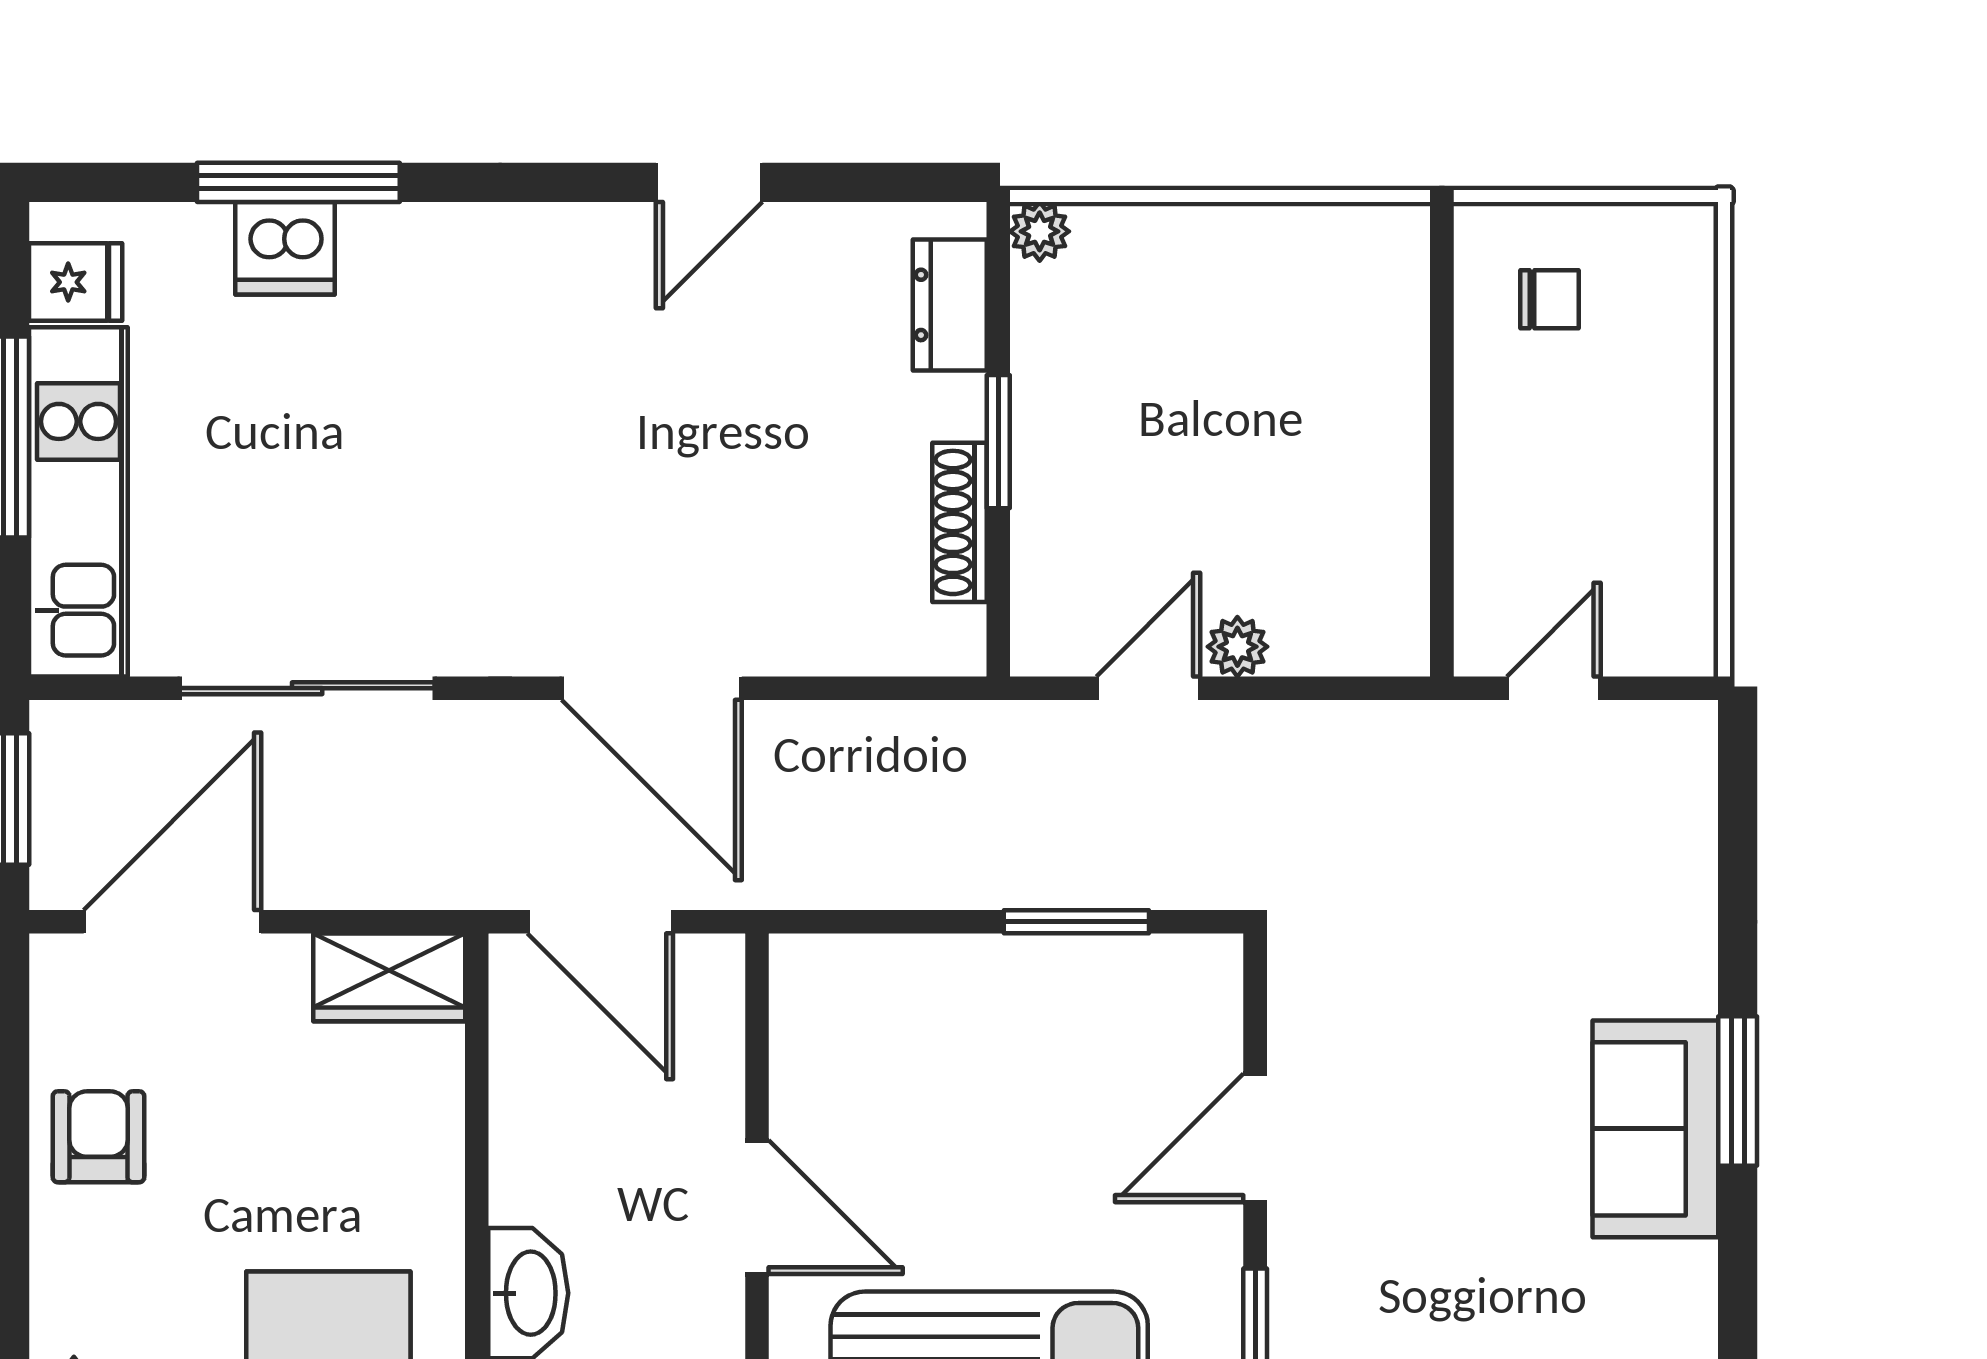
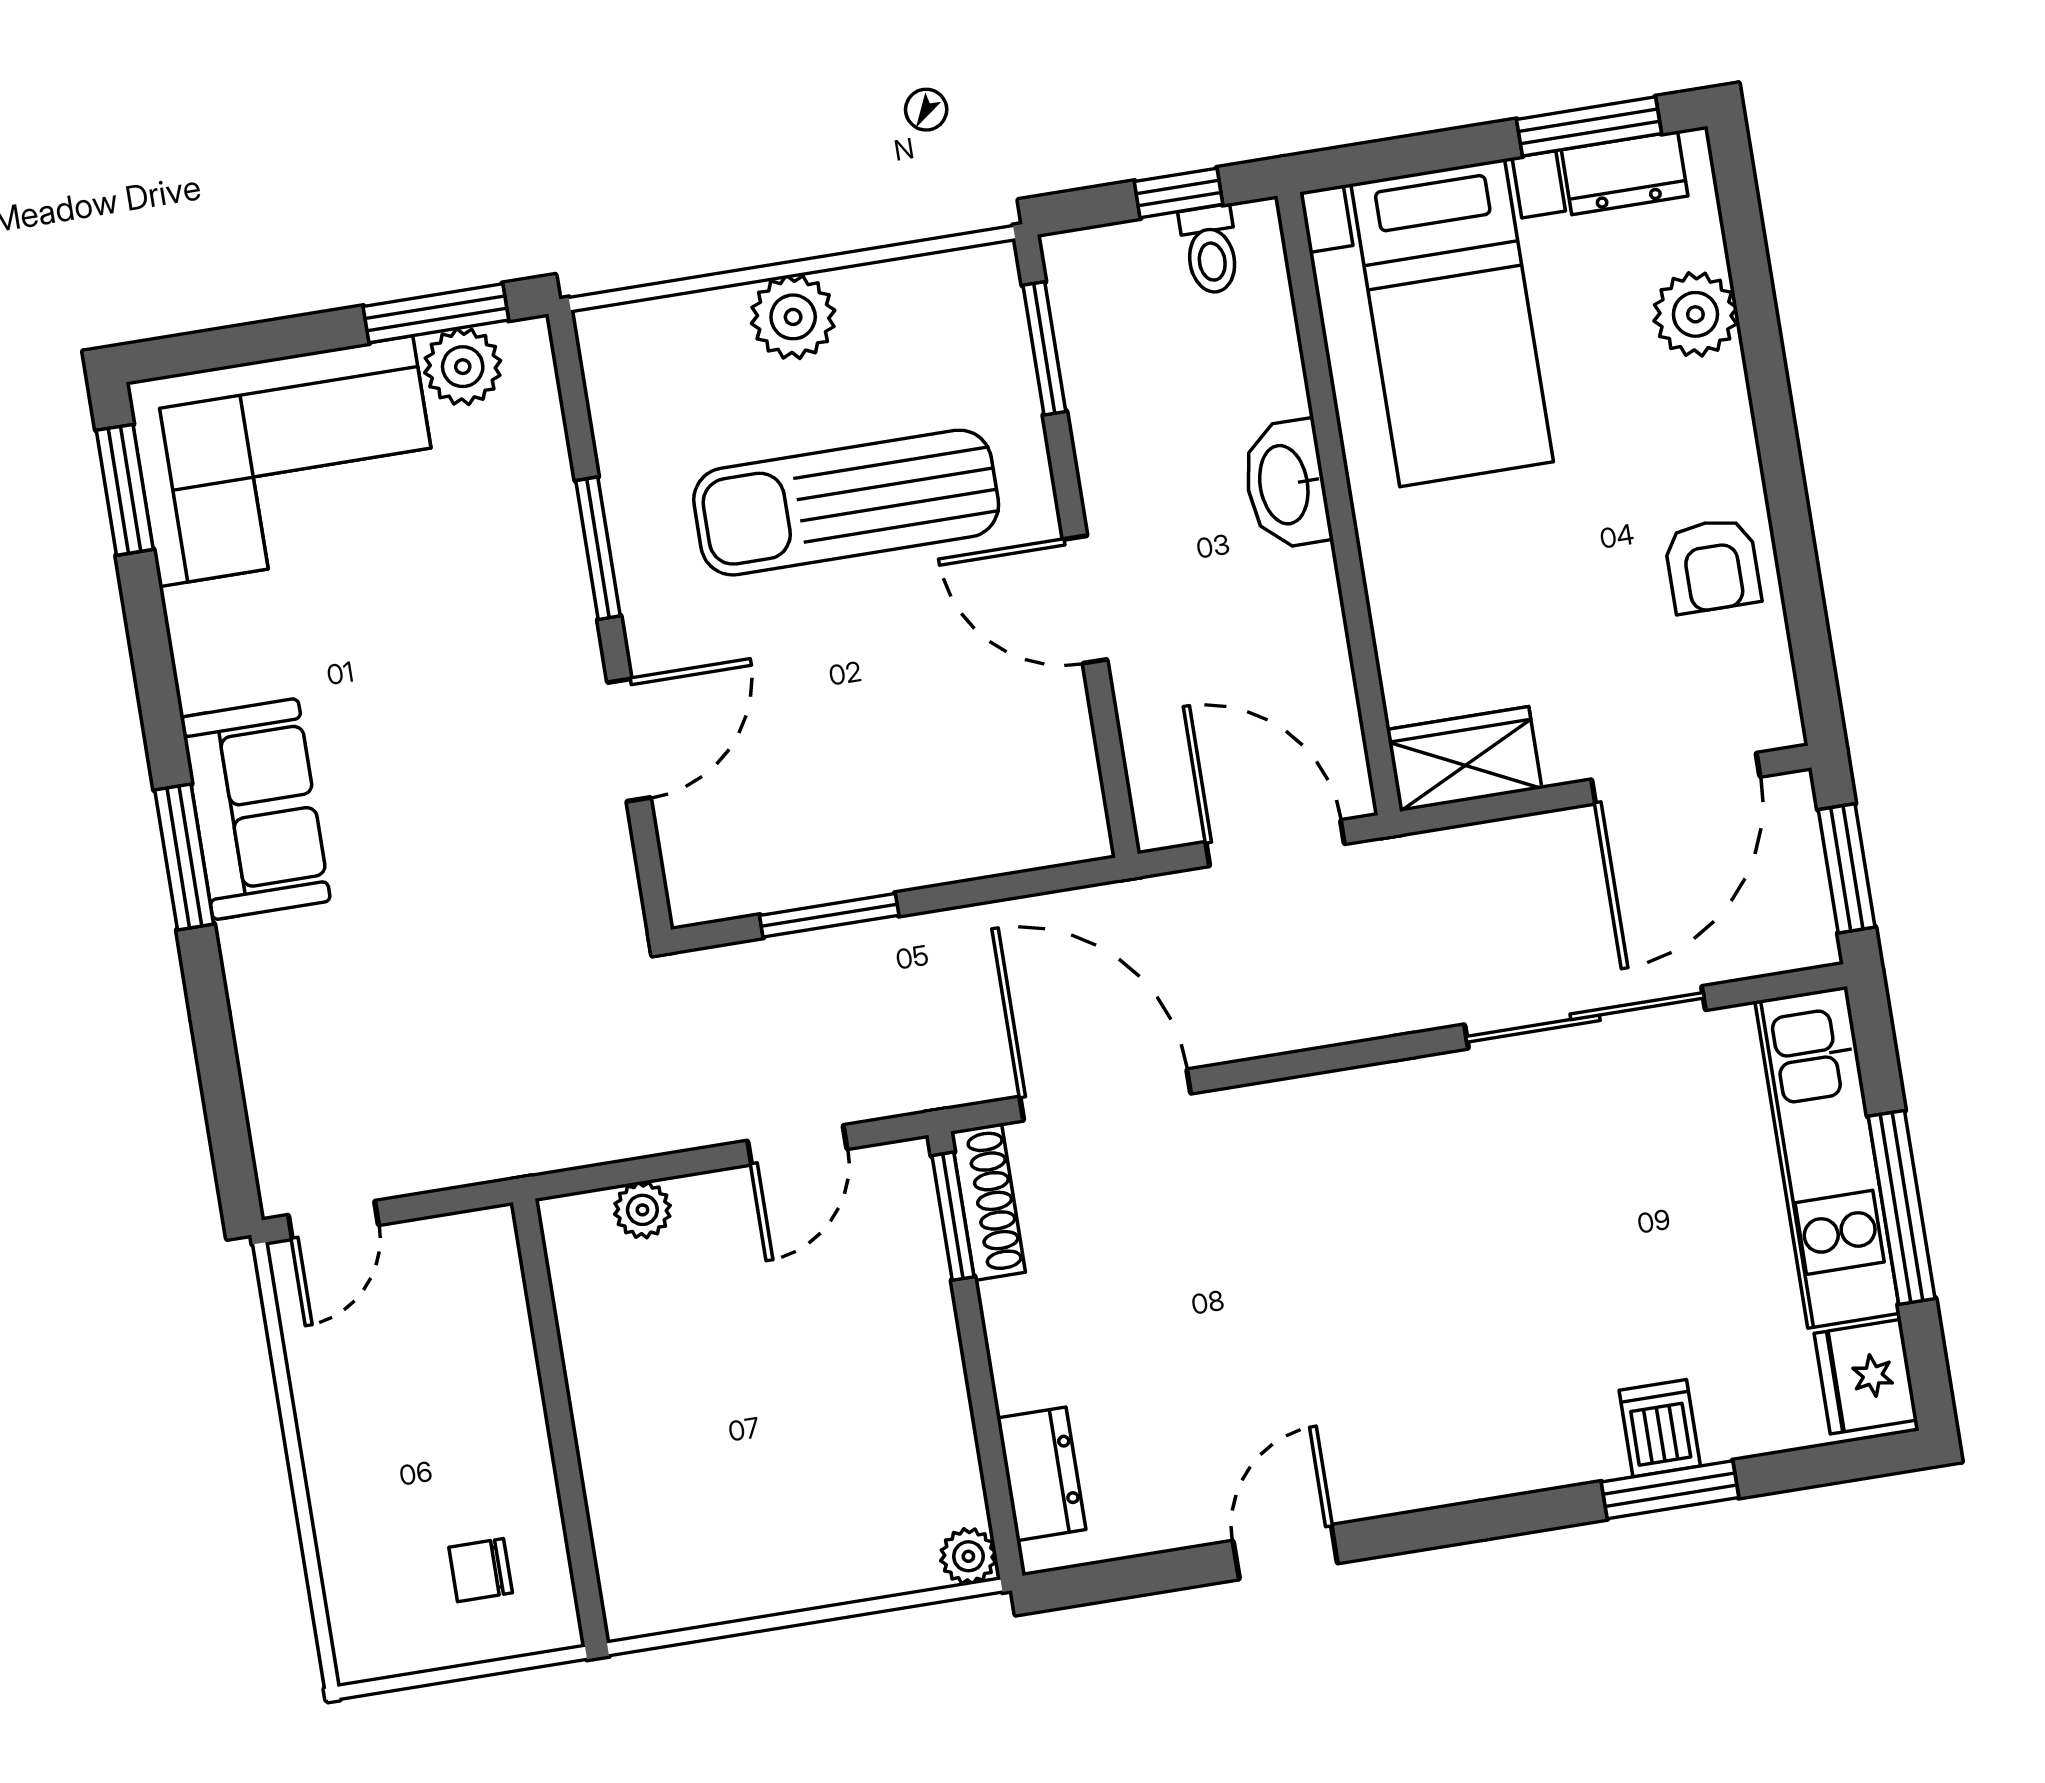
window: (298, 182) -> (1670, 1490), width x0.69
dishwasher: (285, 248) -> (1660, 1428), width x0.73
fridge: (76, 282) -> (1866, 1377), width x1.38
window: (998, 442) -> (953, 1216), moved
shoe rack: (959, 522) -> (988, 1202), moved
plant: (1237, 647) -> (642, 1210), moved
door: (652, 688) -> (1105, 1095), moved
door: (1554, 688) -> (333, 1220), moved

